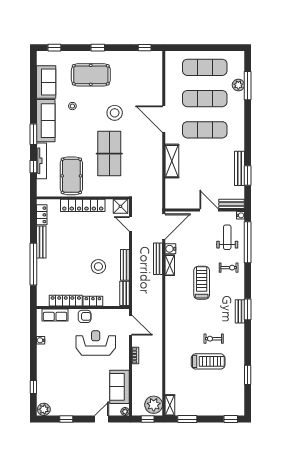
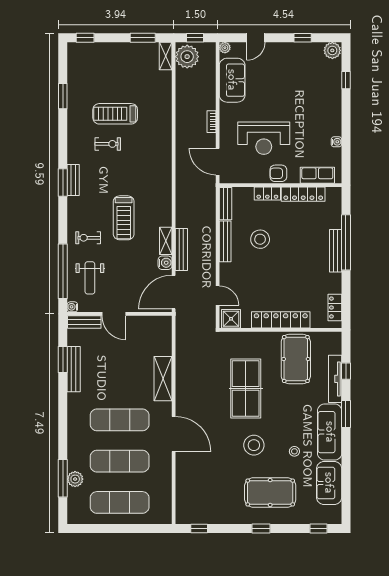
stool: (115, 113) -> (254, 445), moved
bench: (41, 242) -> (336, 251), moved

